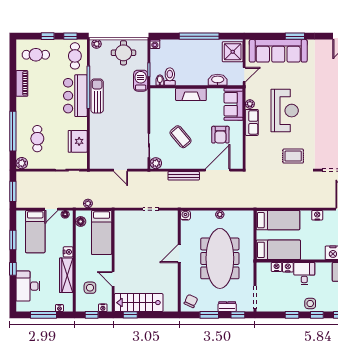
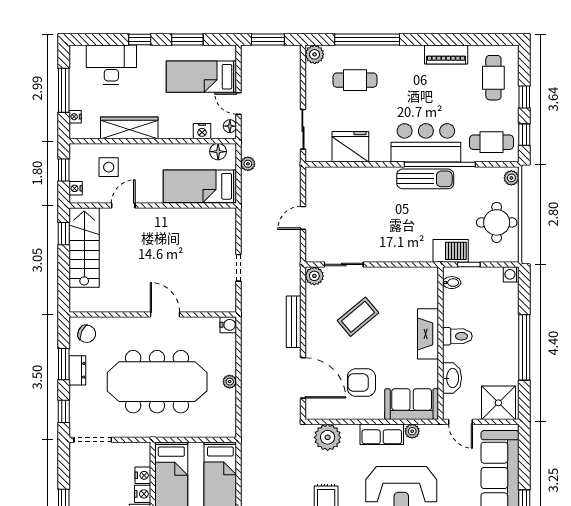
toilet: (170, 77) -> (457, 336), moved
plant: (254, 155) -> (328, 437), added
nightstand: (68, 252) -> (202, 131), moved
dresser: (227, 307) -> (77, 370), moved

